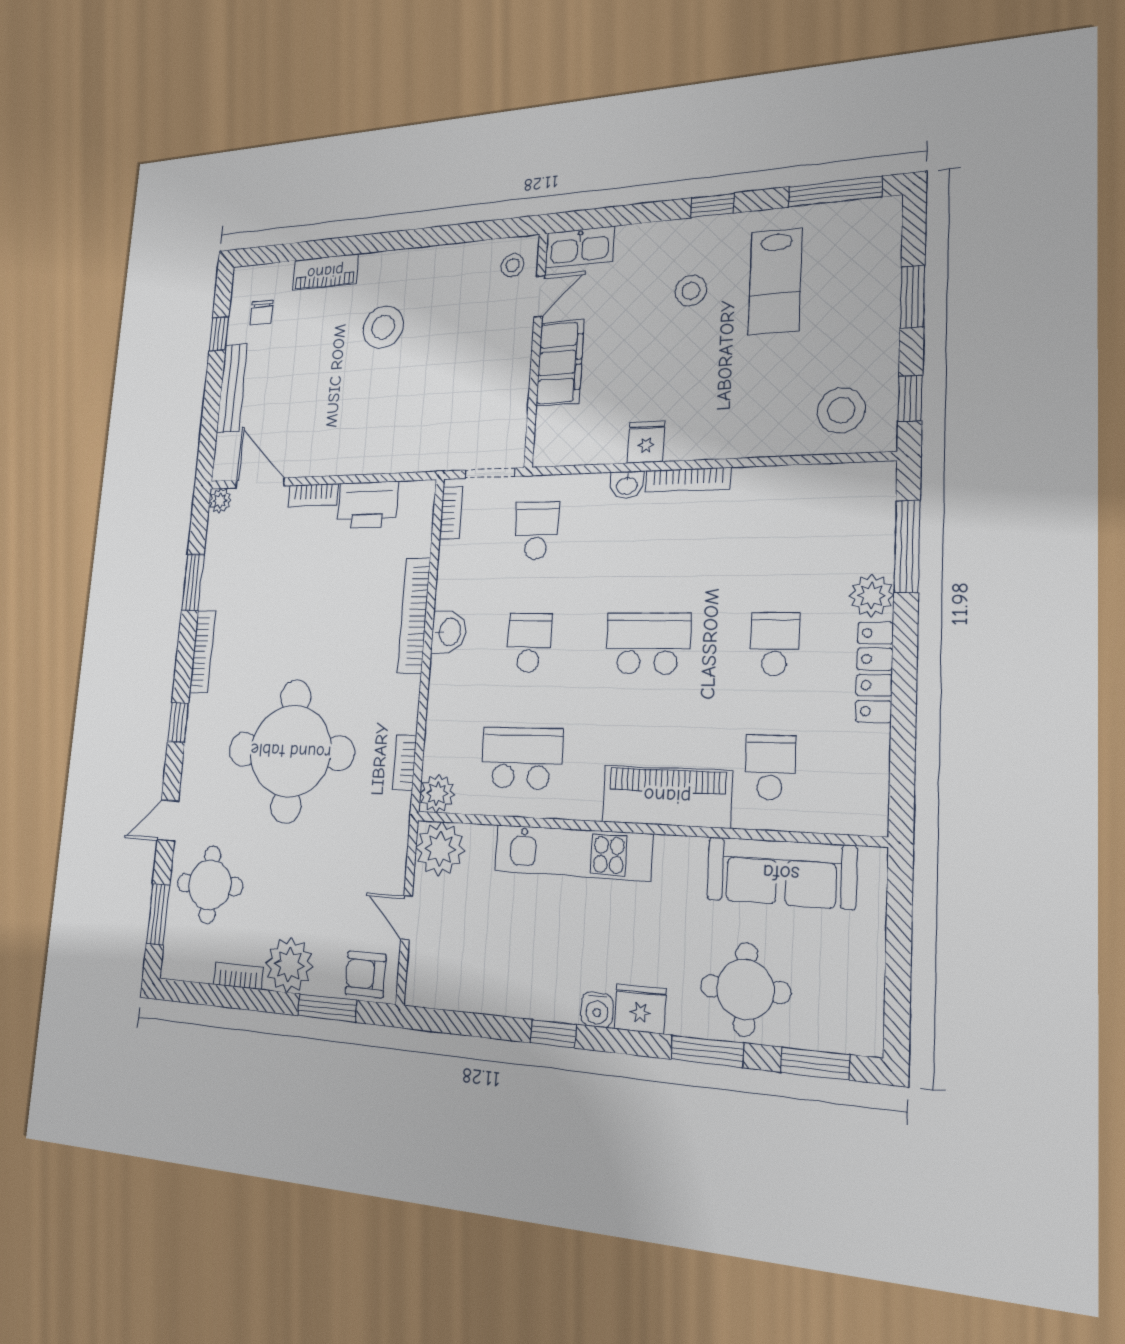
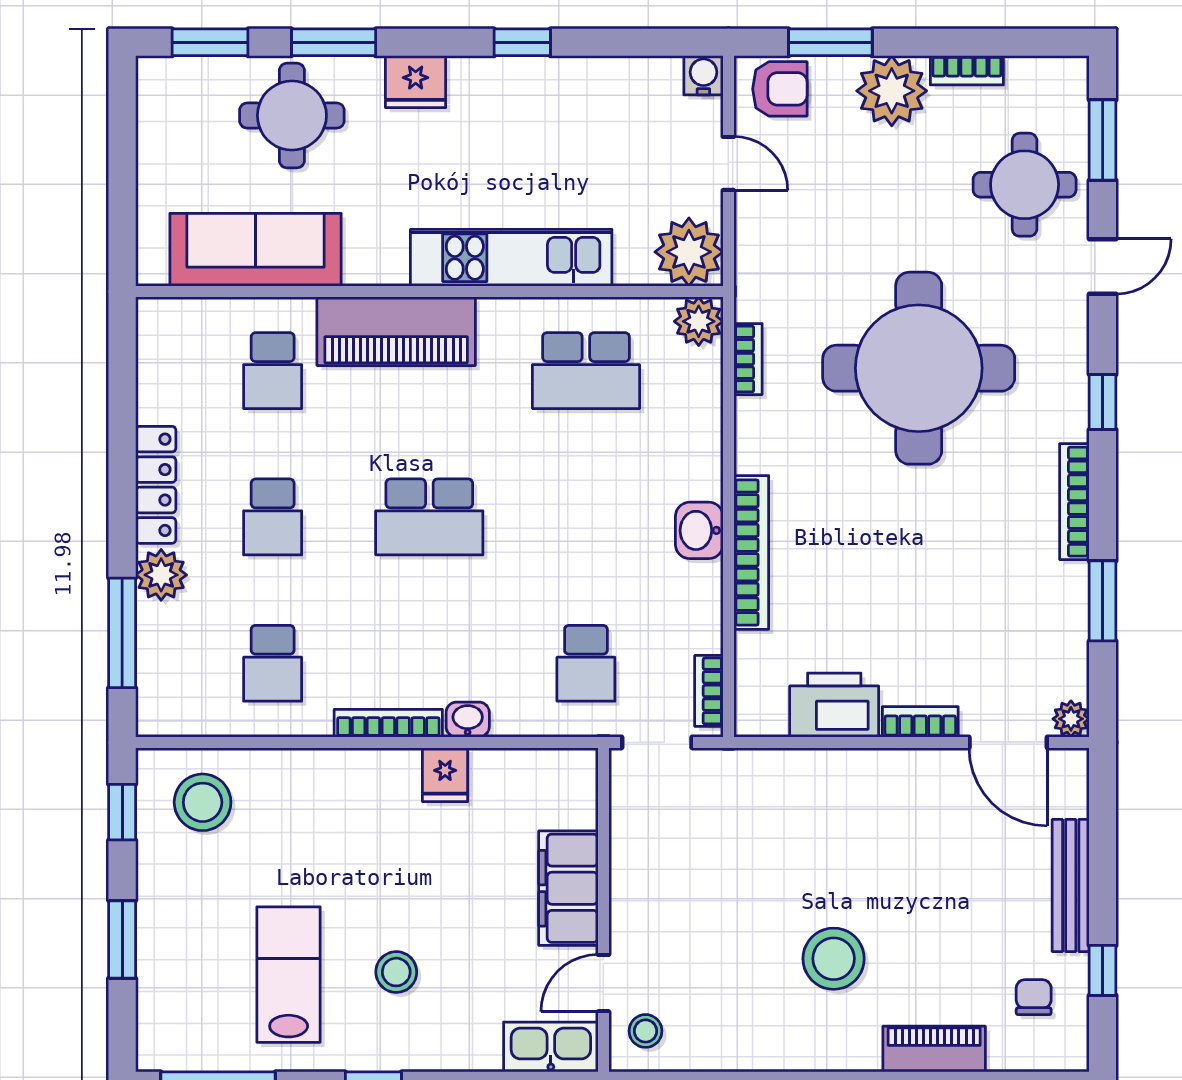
school desk: (529, 643) -> (273, 663), moved
water cooler: (597, 1010) -> (703, 75), moved

